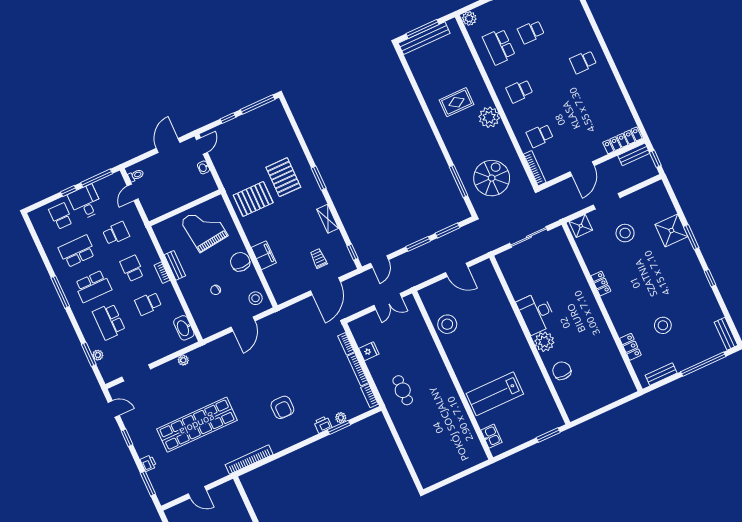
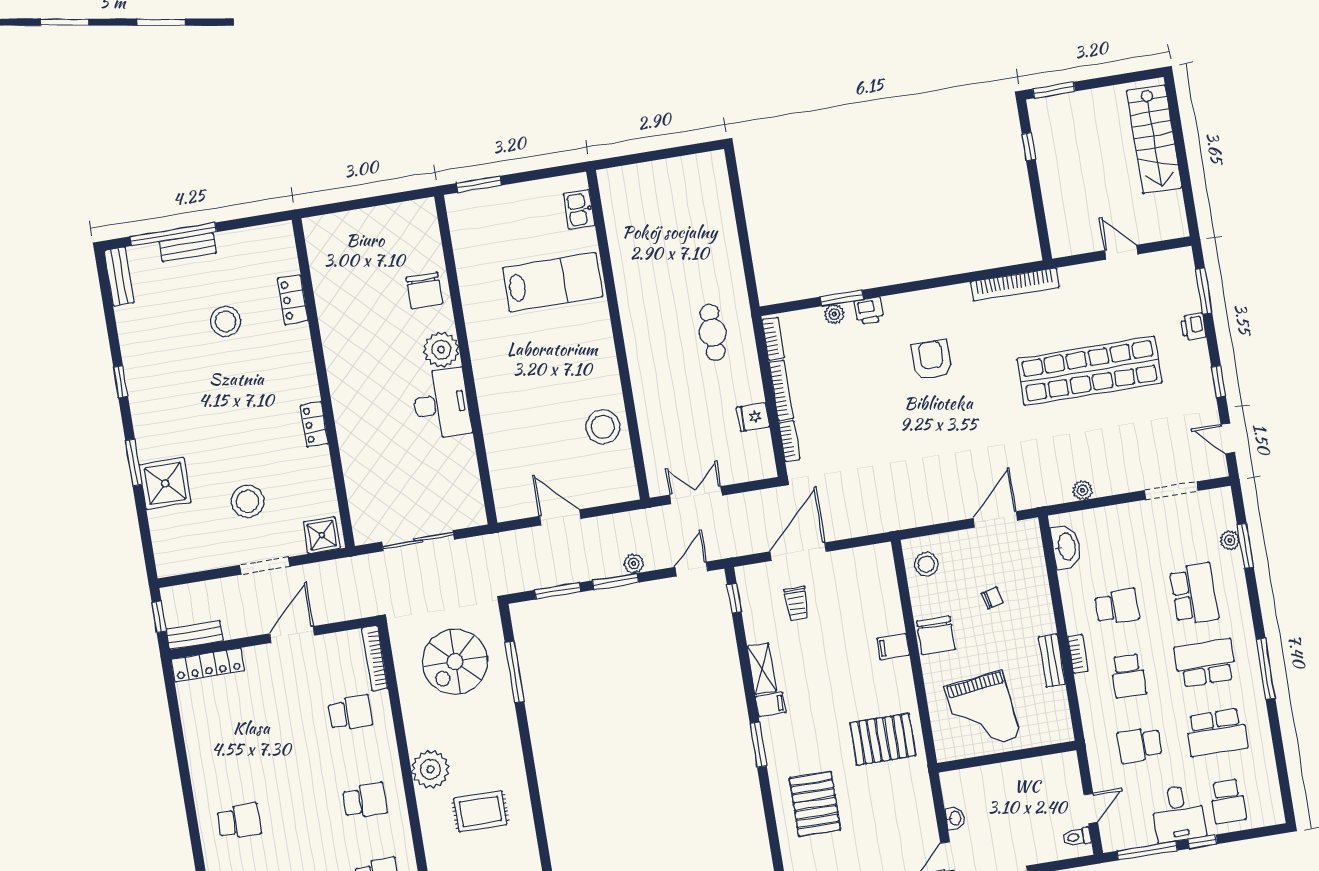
pallet: (283, 177) -> (815, 804), moved
filing cabinet: (318, 201) -> (771, 705), added
filing cabinet: (264, 255) -> (893, 647), width x0.50
plant: (411, 256) -> (634, 564), added
door: (243, 324) -> (995, 519), moved
bench: (661, 374) -> (188, 247), moved

